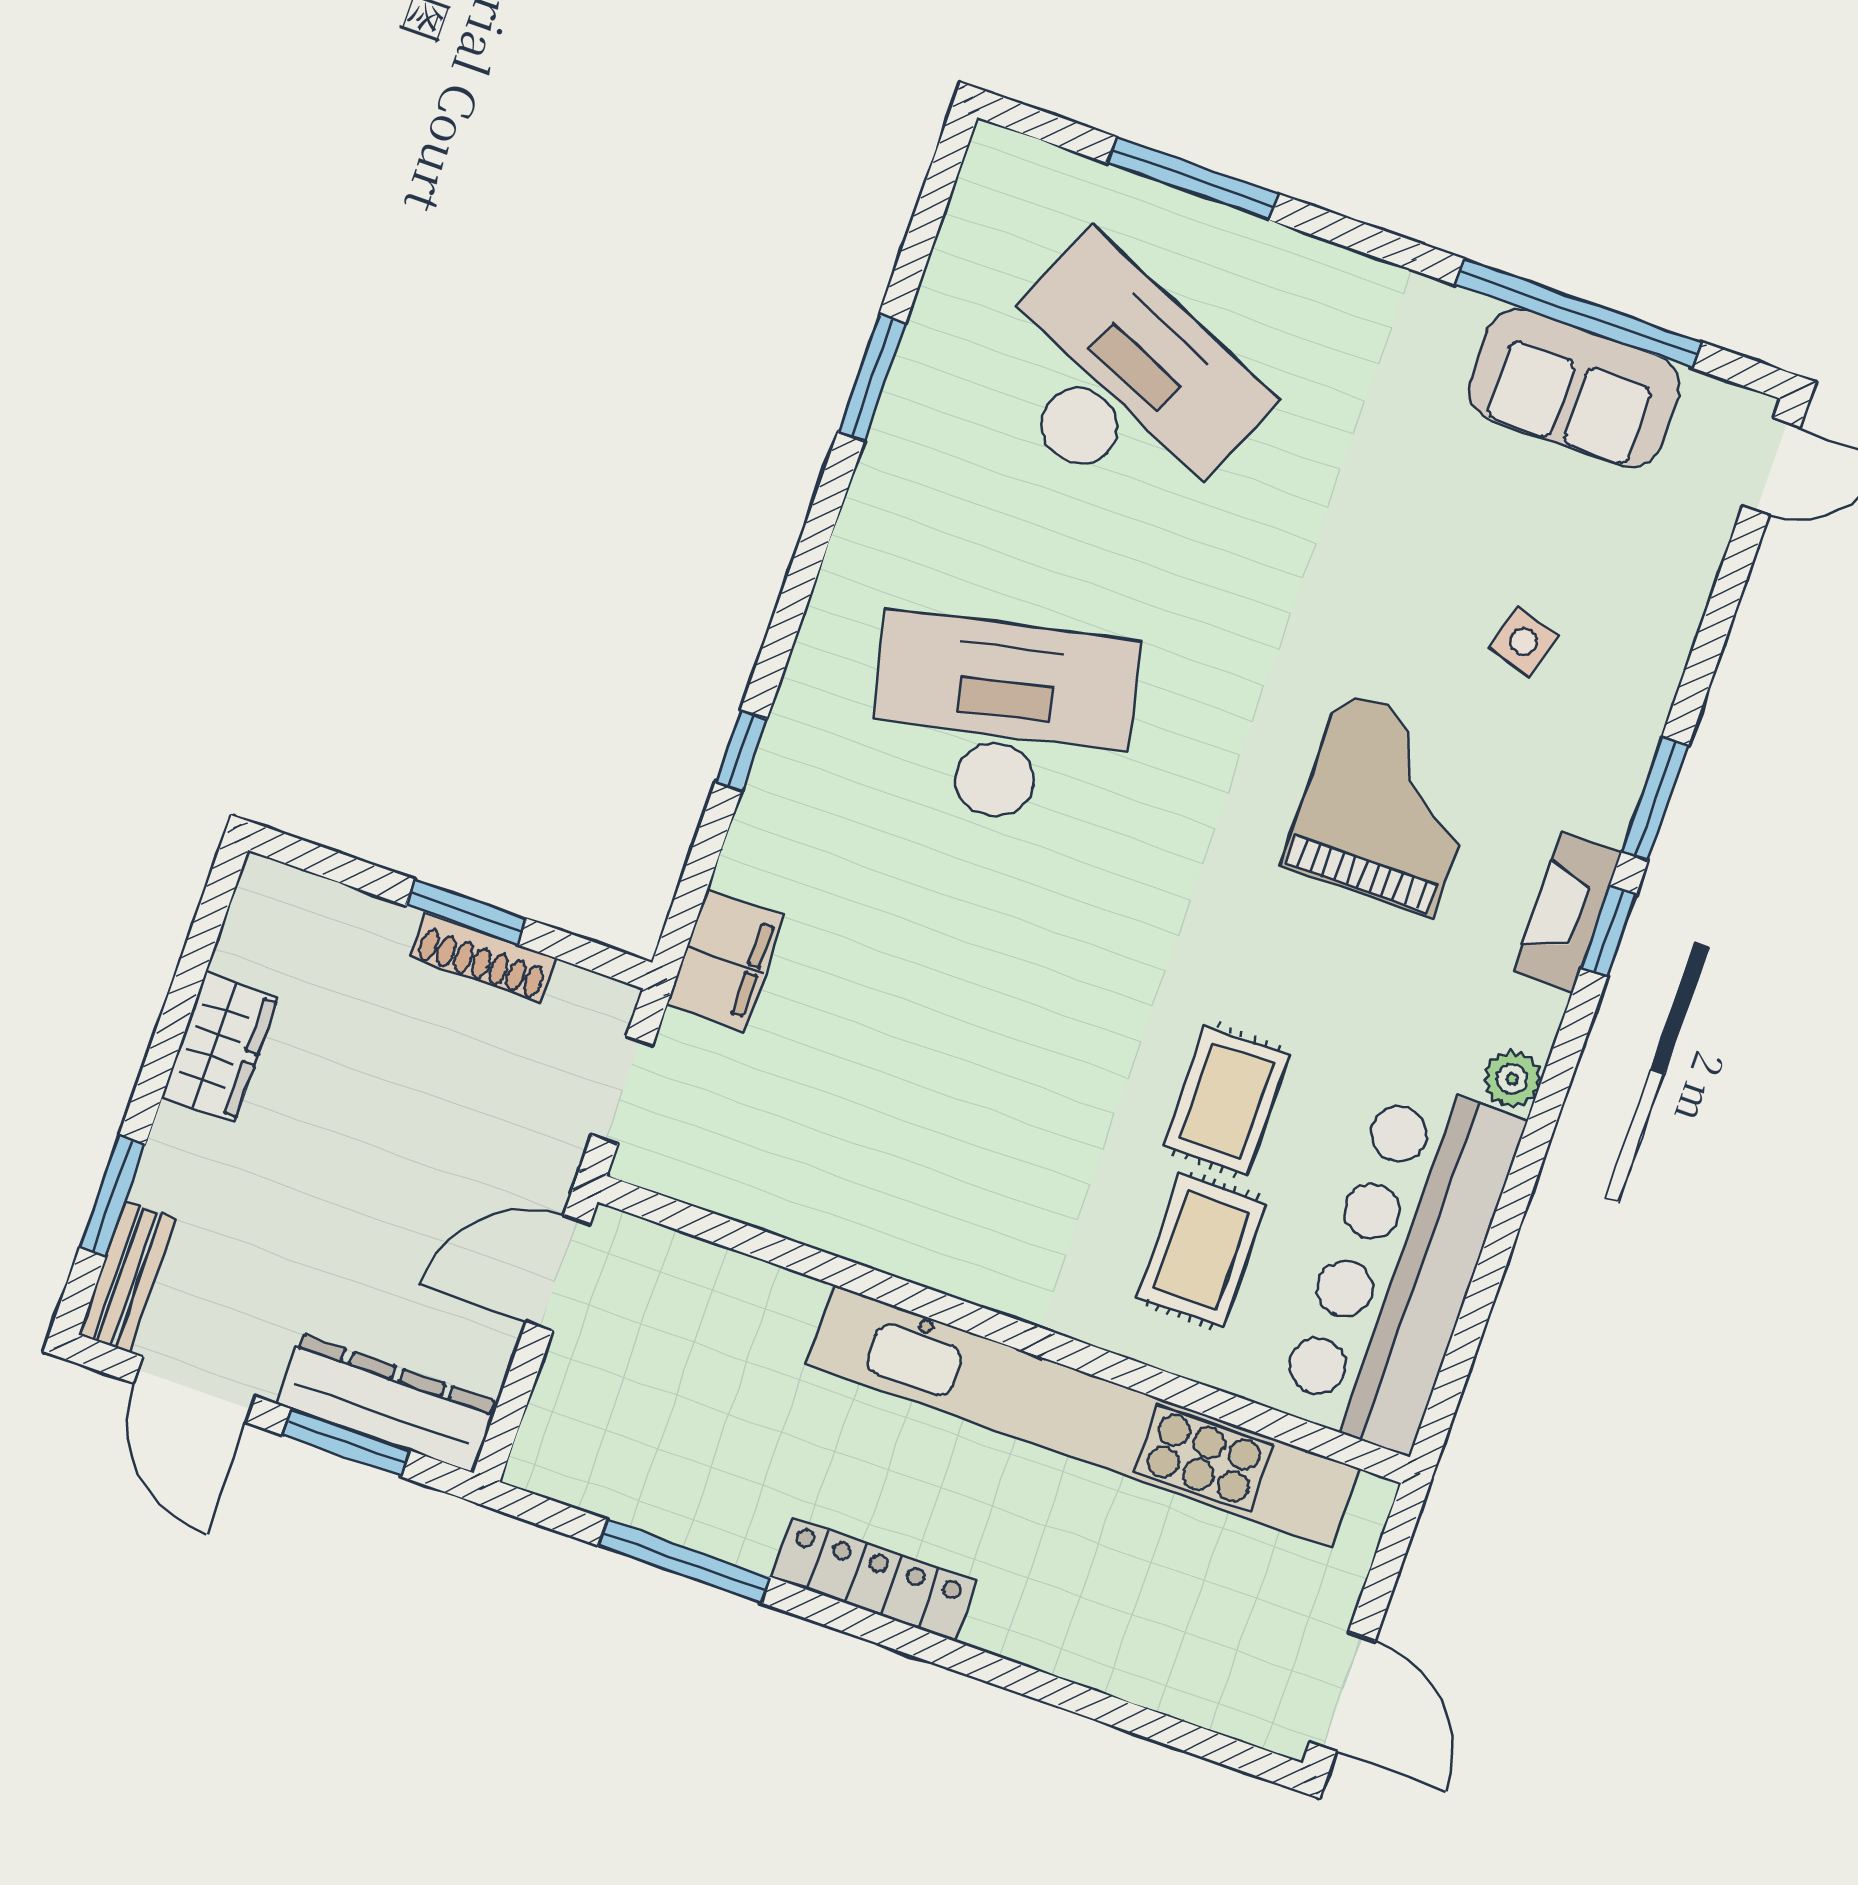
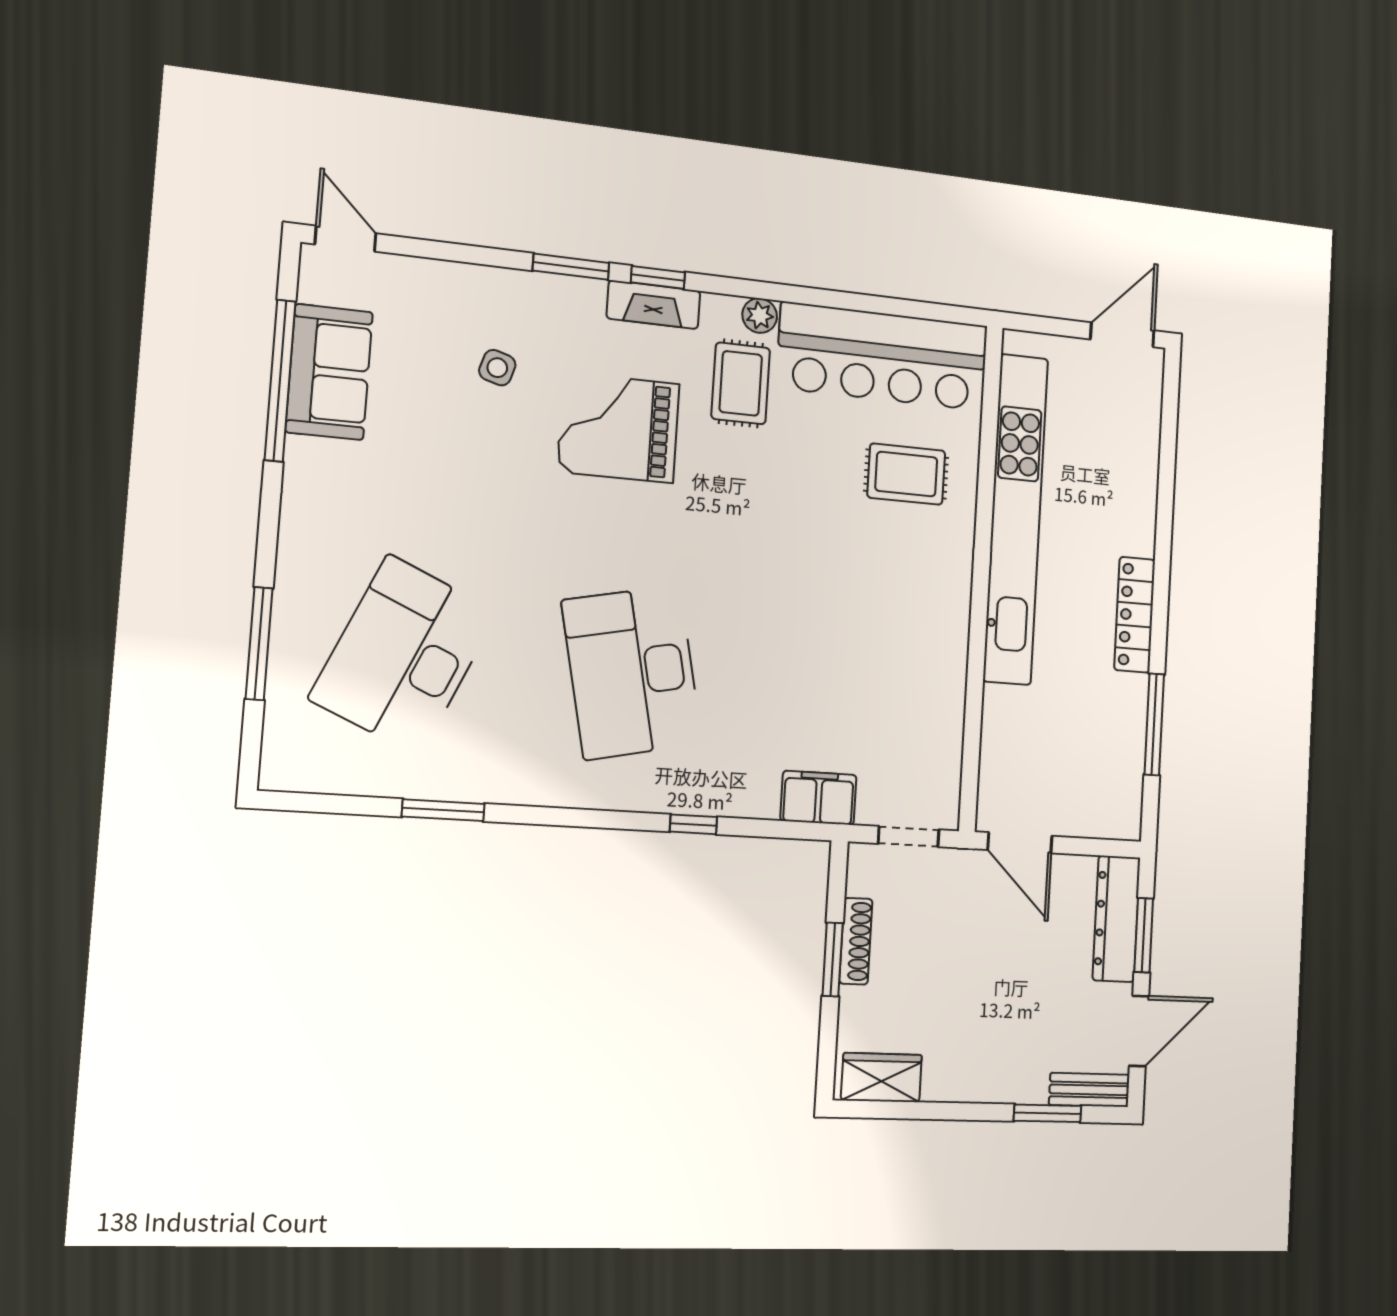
wardrobe: (220, 1047) -> (881, 1077), moved
rug: (1226, 1100) -> (741, 383), moved, turned 90

